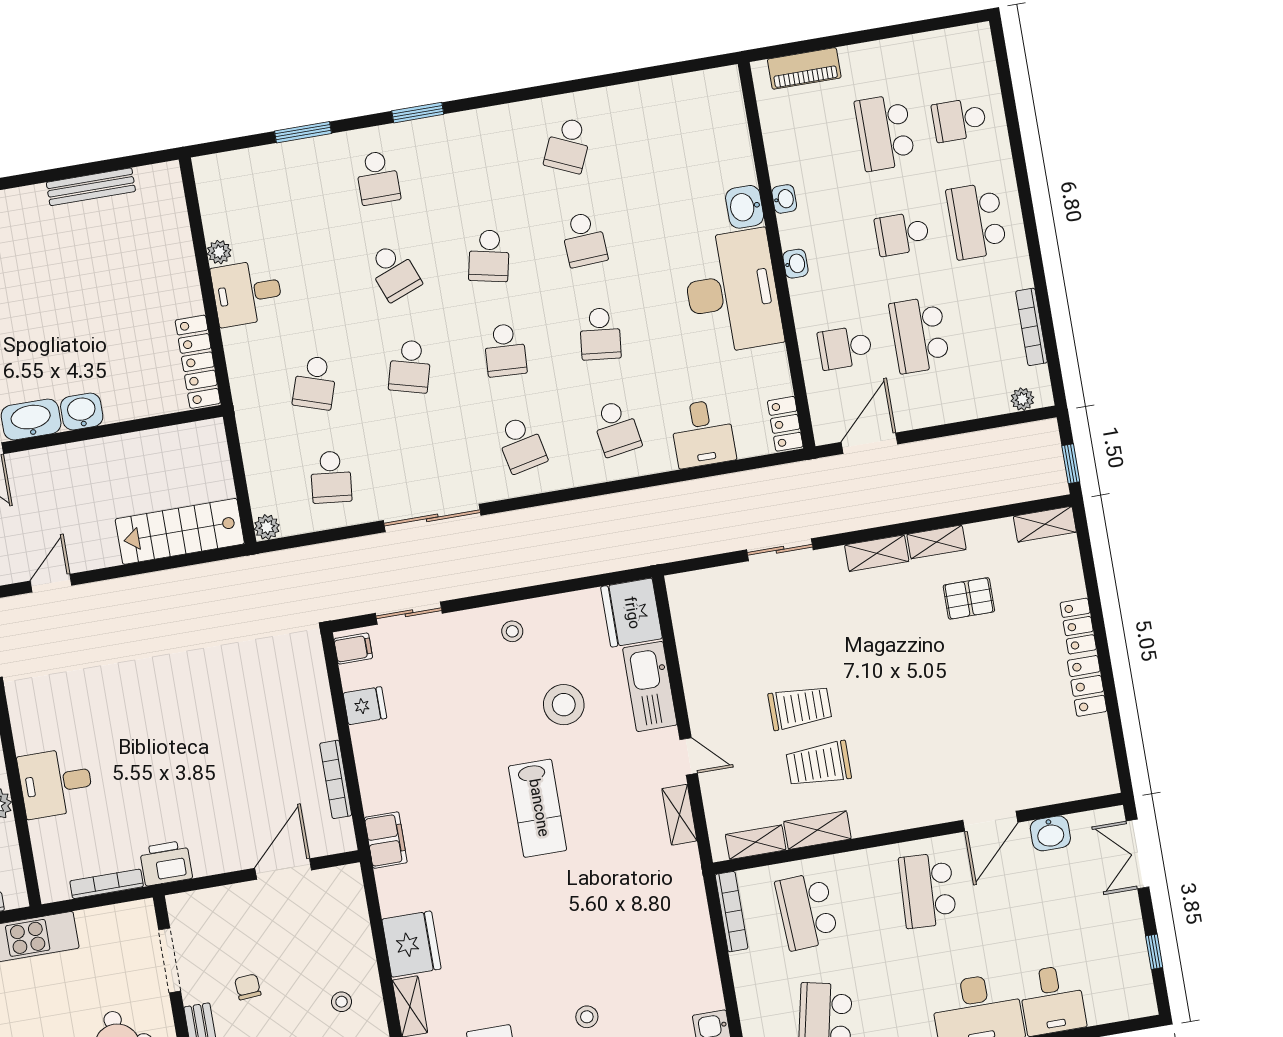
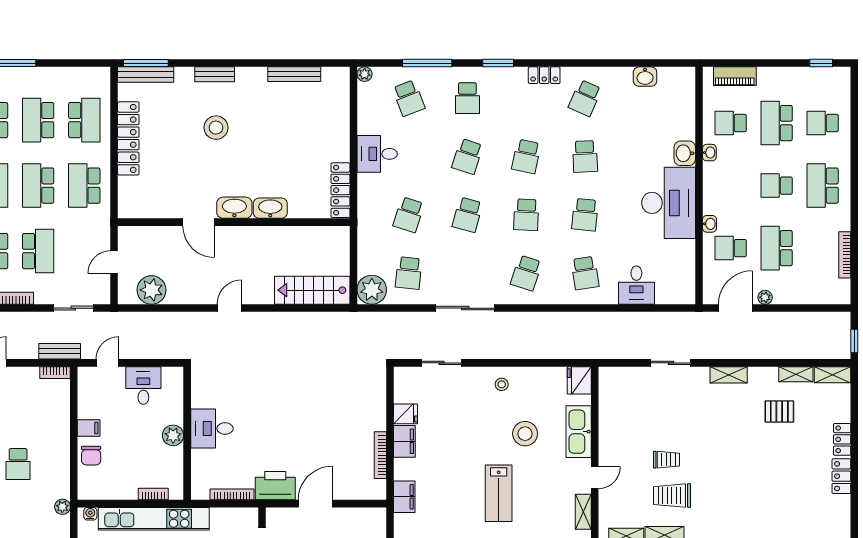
window: (940, 23) -> (821, 63), added
washbasin: (659, 94) -> (645, 77), added
window: (303, 132) -> (427, 63), width x1.44
school desk: (810, 145) -> (731, 123), added
school desk: (283, 194) -> (409, 98), added
plant: (219, 252) -> (365, 74), moved
washbasin: (795, 264) -> (709, 224), moved
school desk: (394, 272) -> (467, 156), turned 39
plant: (1022, 399) -> (765, 297), moved
washbasin: (82, 412) -> (270, 208), width x1.38
locker: (785, 424) -> (544, 75), moved, turned -90
school desk: (521, 444) -> (526, 273), turned 30
plant: (267, 527) -> (372, 290), width x1.87, depth x1.87
shelving: (936, 542) -> (796, 374), moved
fridge: (631, 613) -> (579, 380), width x0.73, depth x0.75
filing cabinet: (353, 648) -> (404, 441), moved, width x2.00
trolley: (800, 707) -> (667, 460), width x0.73, depth x0.72
door: (689, 756) -> (595, 478), hinge flipped
printer: (166, 863) -> (275, 486), width x1.37, depth x1.19
door: (283, 869) -> (315, 504), moved

